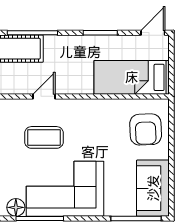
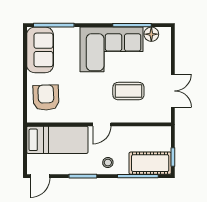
stool: (69, 49) -> (108, 163), added
door: (44, 96) -> (102, 124), moved

